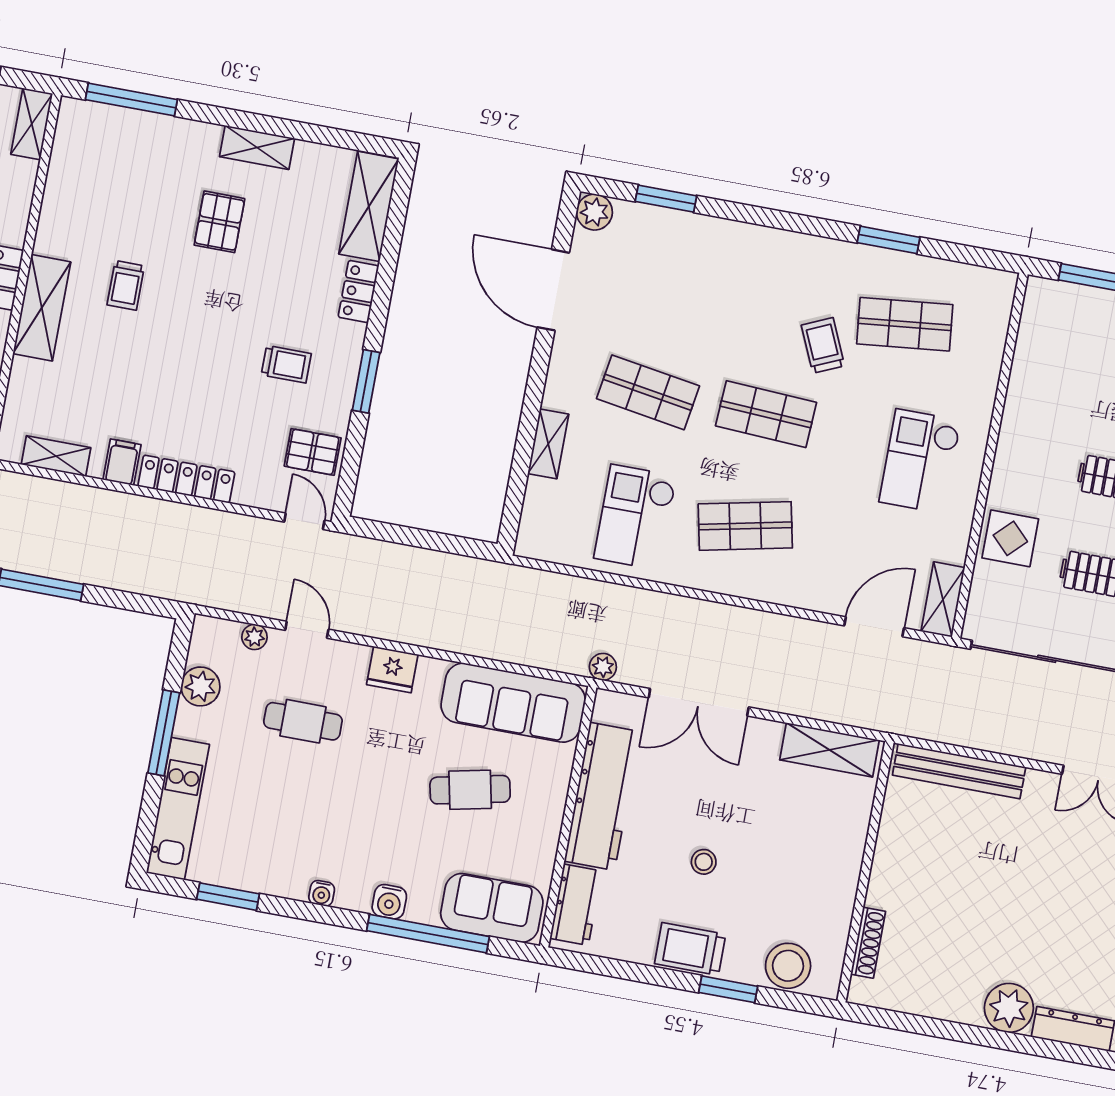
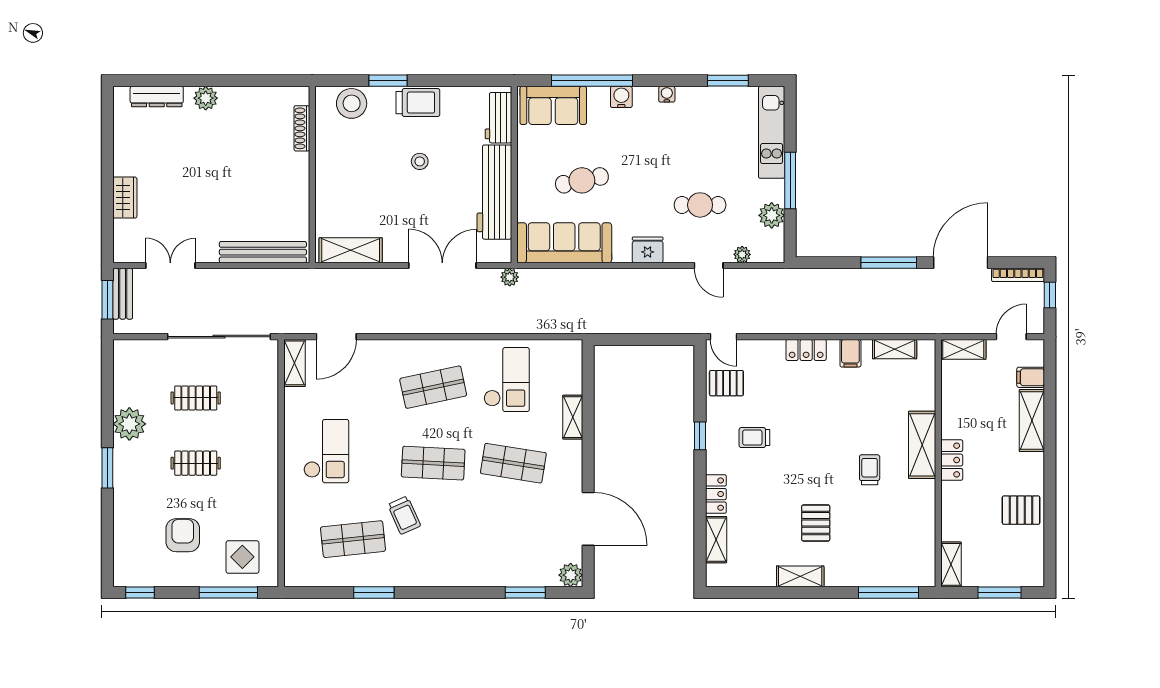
shelving: (369, 206) -> (716, 540), width x0.67, depth x0.75
window: (366, 381) -> (700, 436), width x0.67
locker: (186, 479) -> (806, 350), width x0.66
display table: (1010, 538) -> (242, 557), moved
plant: (1009, 1008) -> (206, 98), width x0.73, depth x0.73

